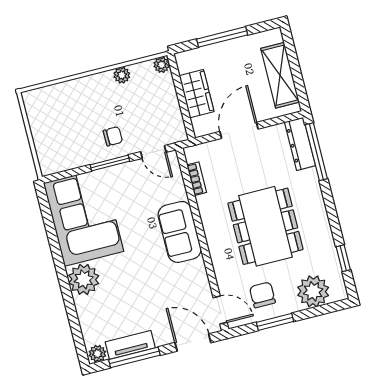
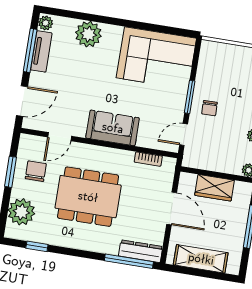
plant: (84, 279) -> (88, 34), moved
chair: (262, 295) -> (36, 171), turned -90
door: (220, 310) -> (60, 137), moved

